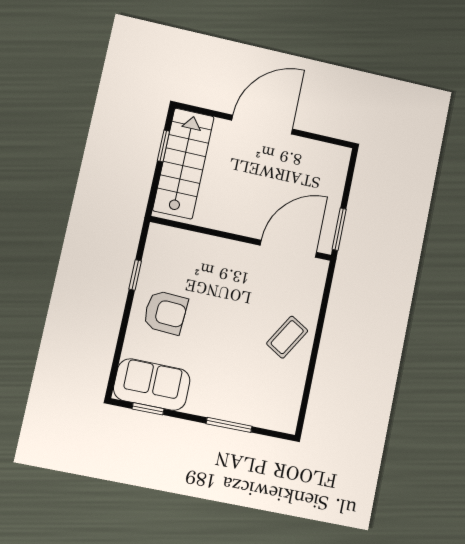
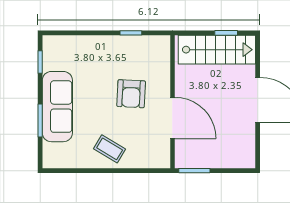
door: (288, 249) -> (172, 118), moved
armchair: (165, 312) -> (131, 94), moved
sofa: (152, 385) -> (57, 107), moved, width x1.36

